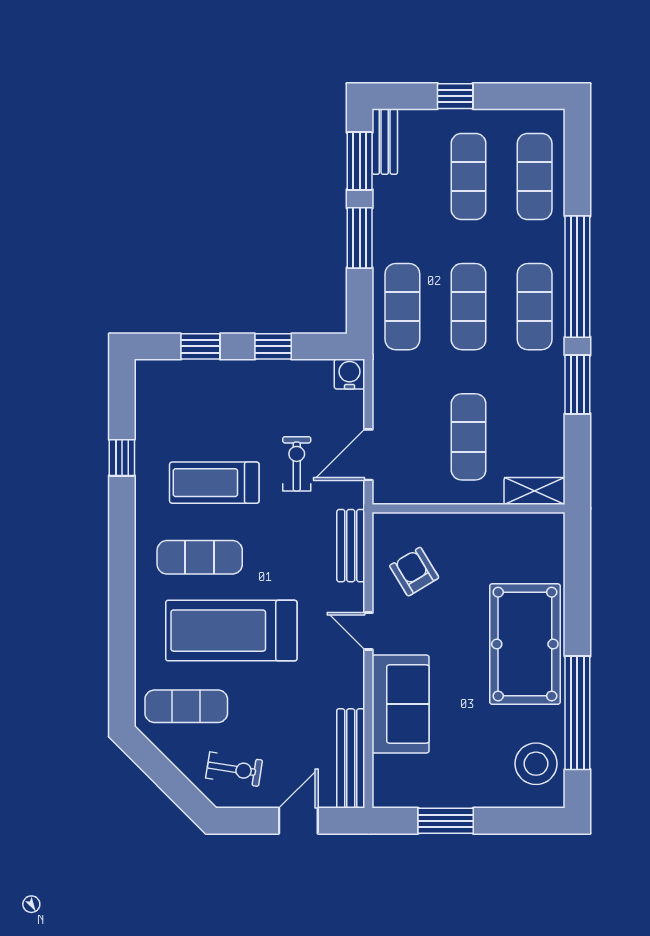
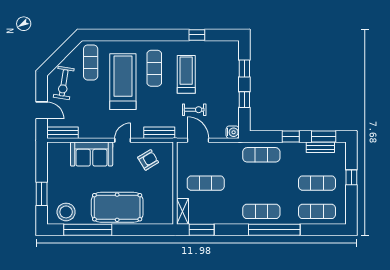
bench: (385, 141) -> (320, 147), moved
window: (360, 238) -> (291, 137), width x0.67
exercise mat: (469, 307) -> (261, 183), removed
window: (577, 384) -> (202, 230), moved
bench: (351, 758) -> (63, 133), width x0.73
exercise bike: (234, 769) -> (64, 83), width x1.38, depth x1.39
window: (446, 821) -> (42, 194), moved

